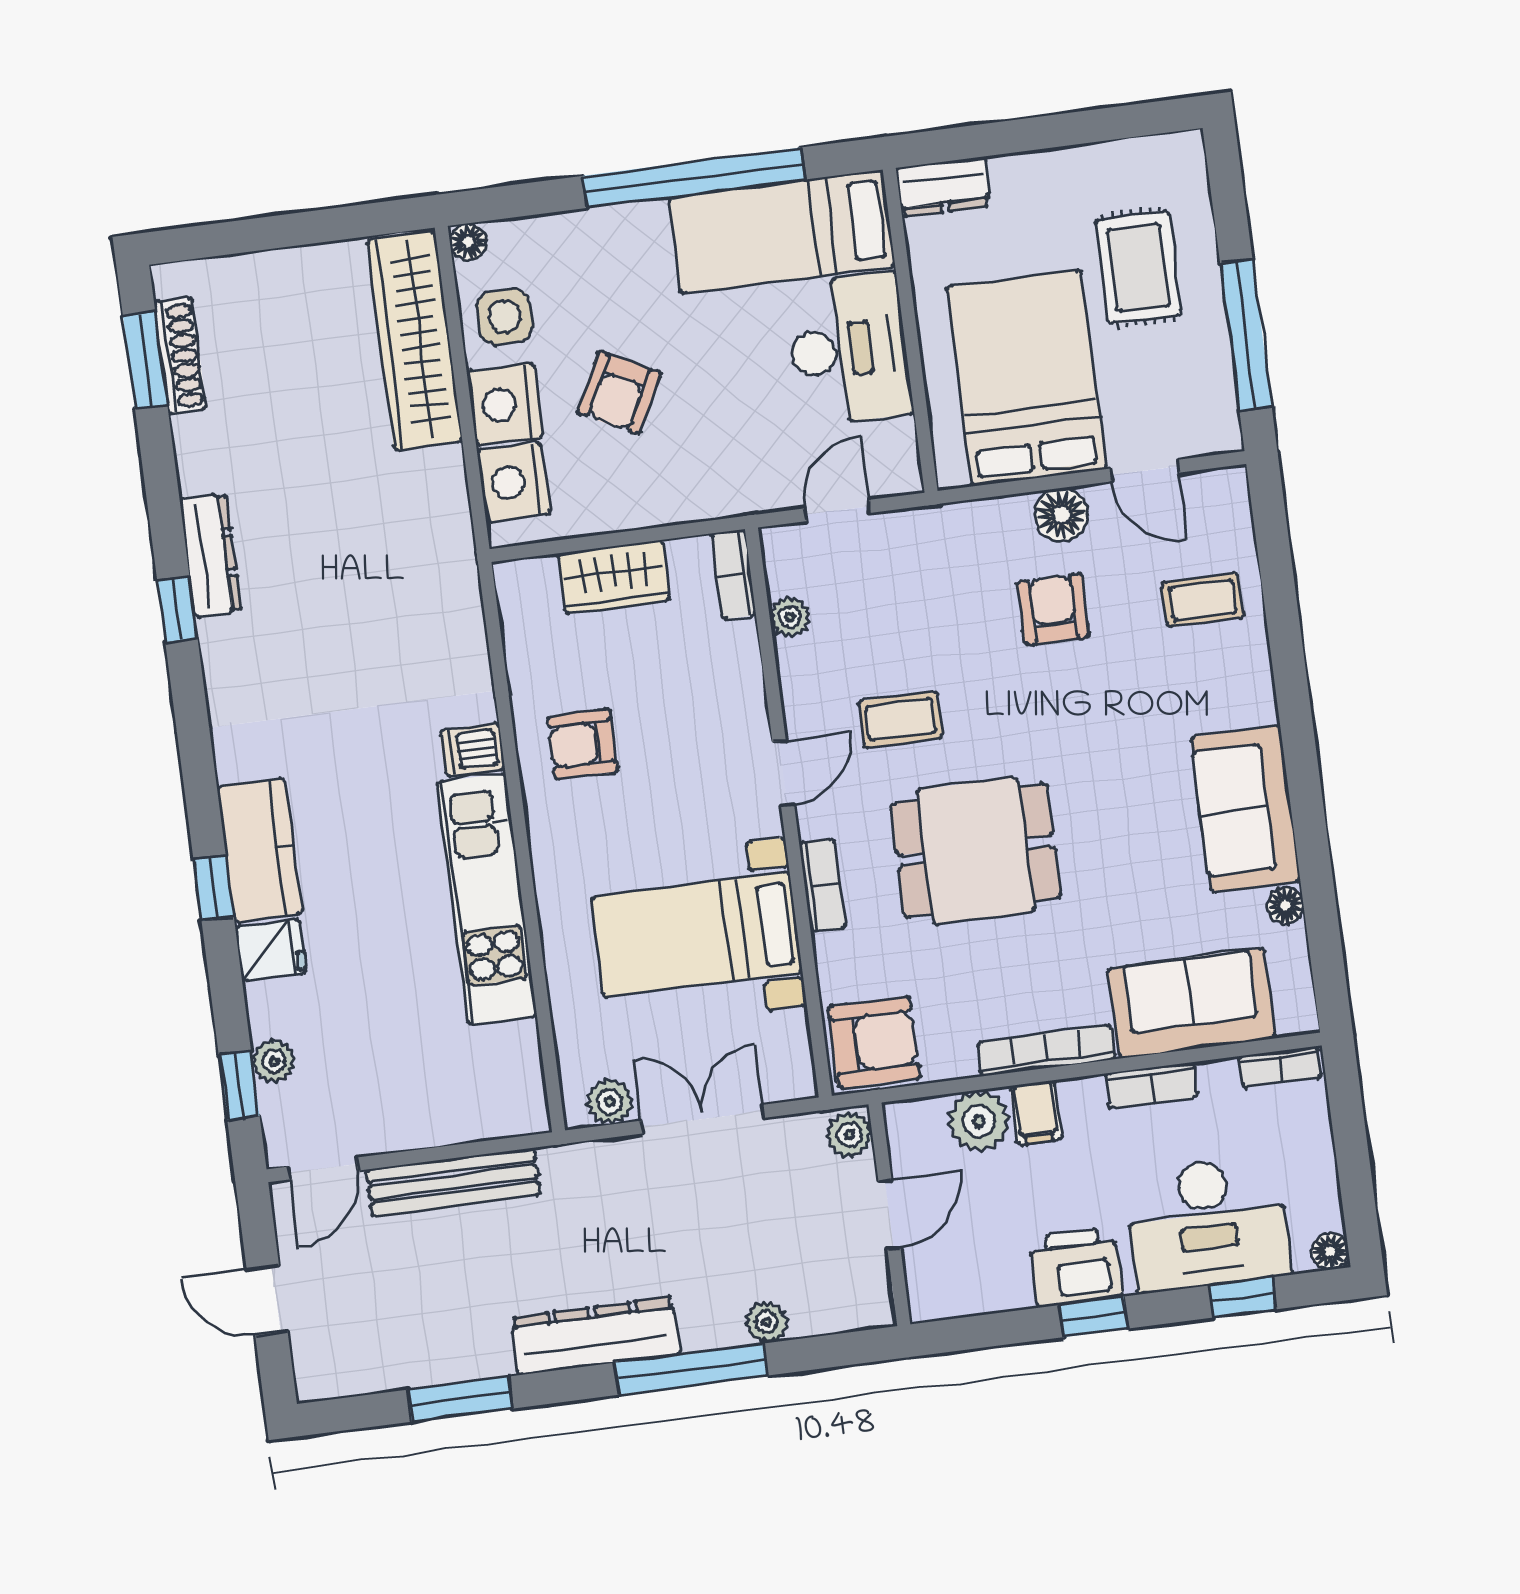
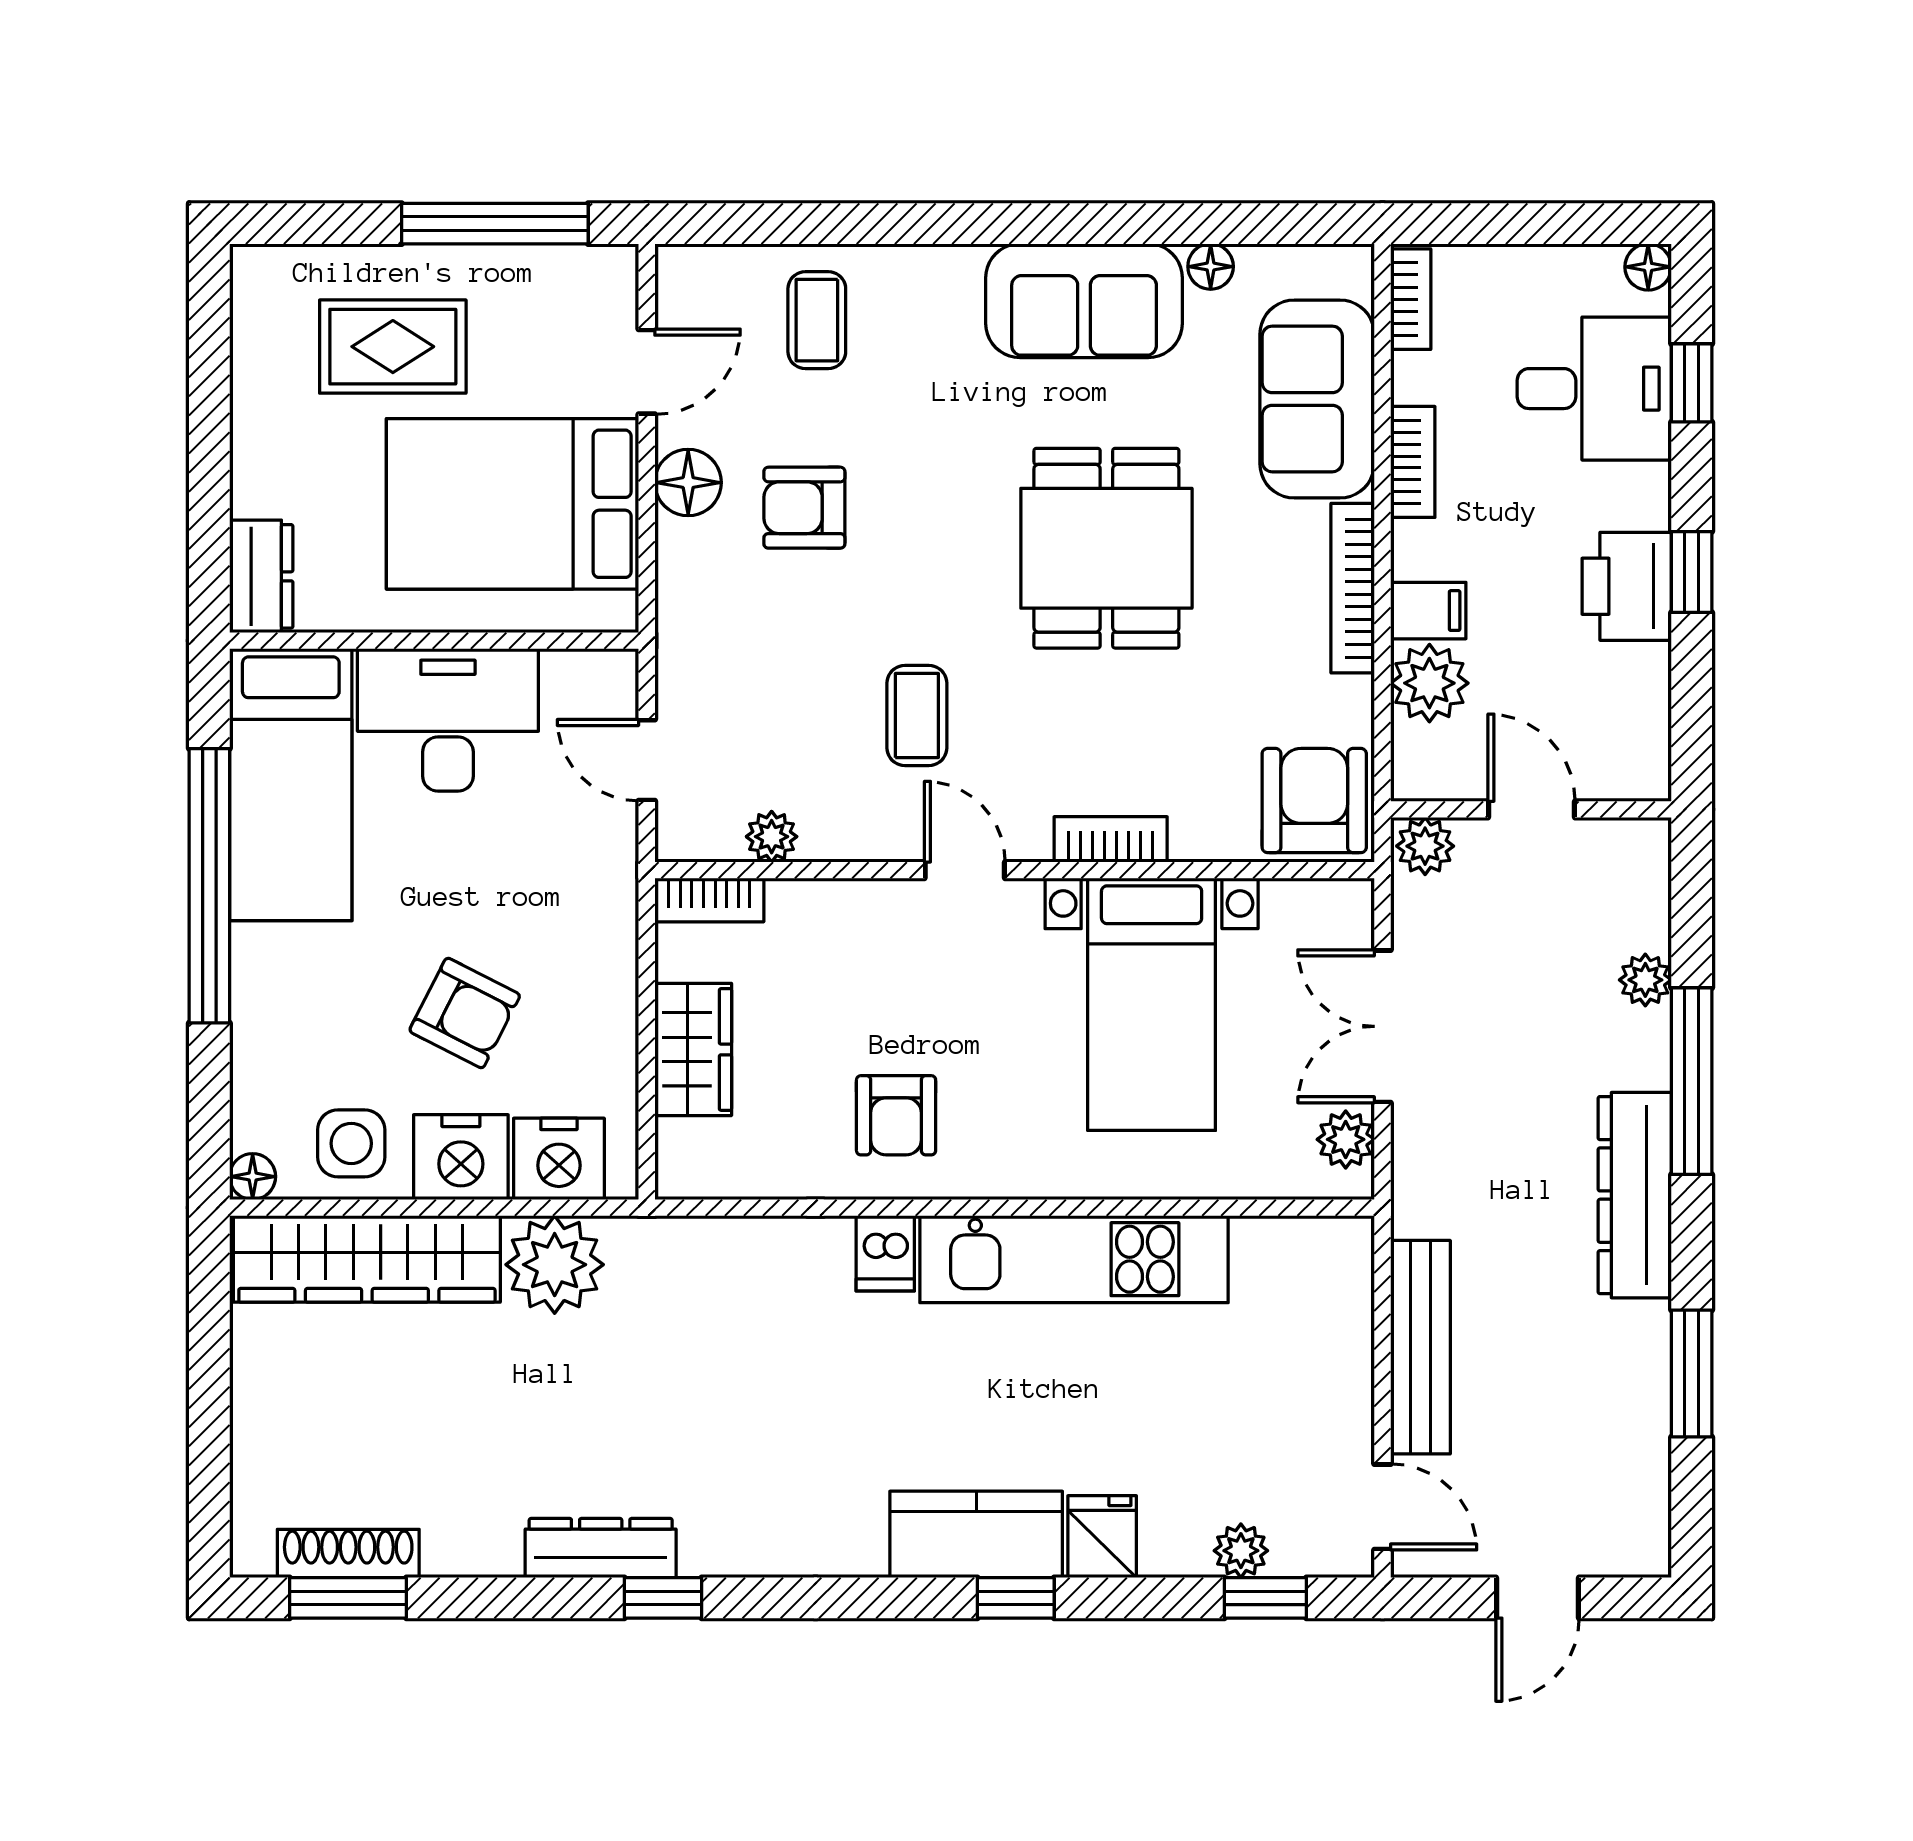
plant: (430, 489) -> (555, 1265), added
dining table: (976, 851) -> (1106, 548), moved
desk: (1207, 1224) -> (1594, 389), width x0.73

